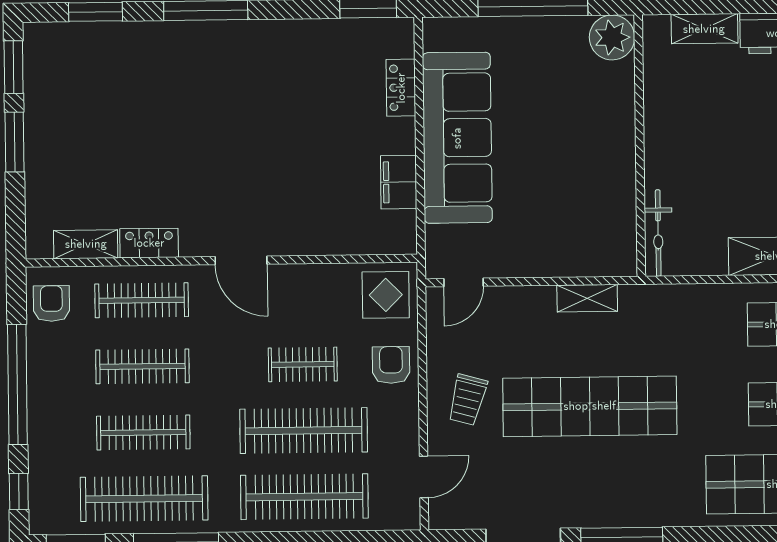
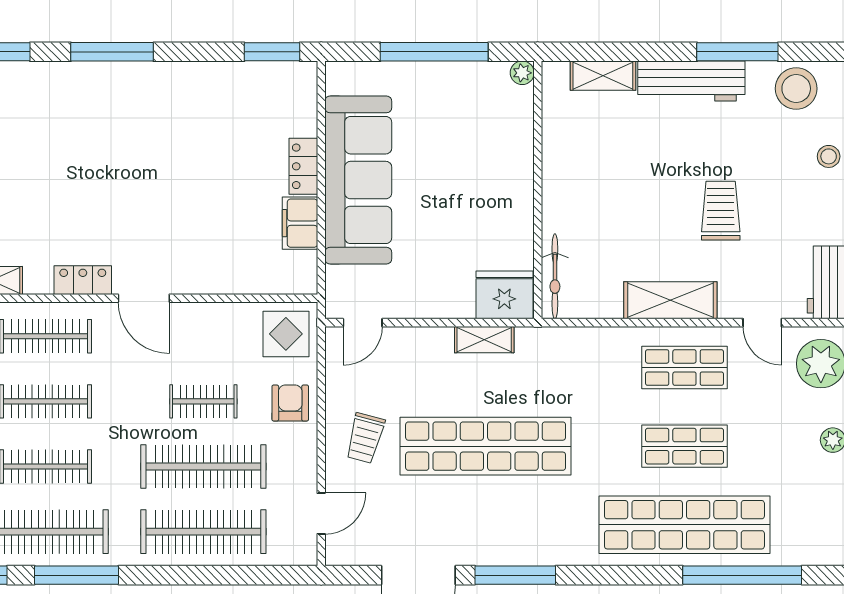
plant: (612, 37) -> (522, 73), width x0.53, depth x0.53
locker: (401, 88) -> (303, 166), moved
locker: (149, 243) -> (83, 280), moved
fridge: (607, 253) -> (504, 295), added

